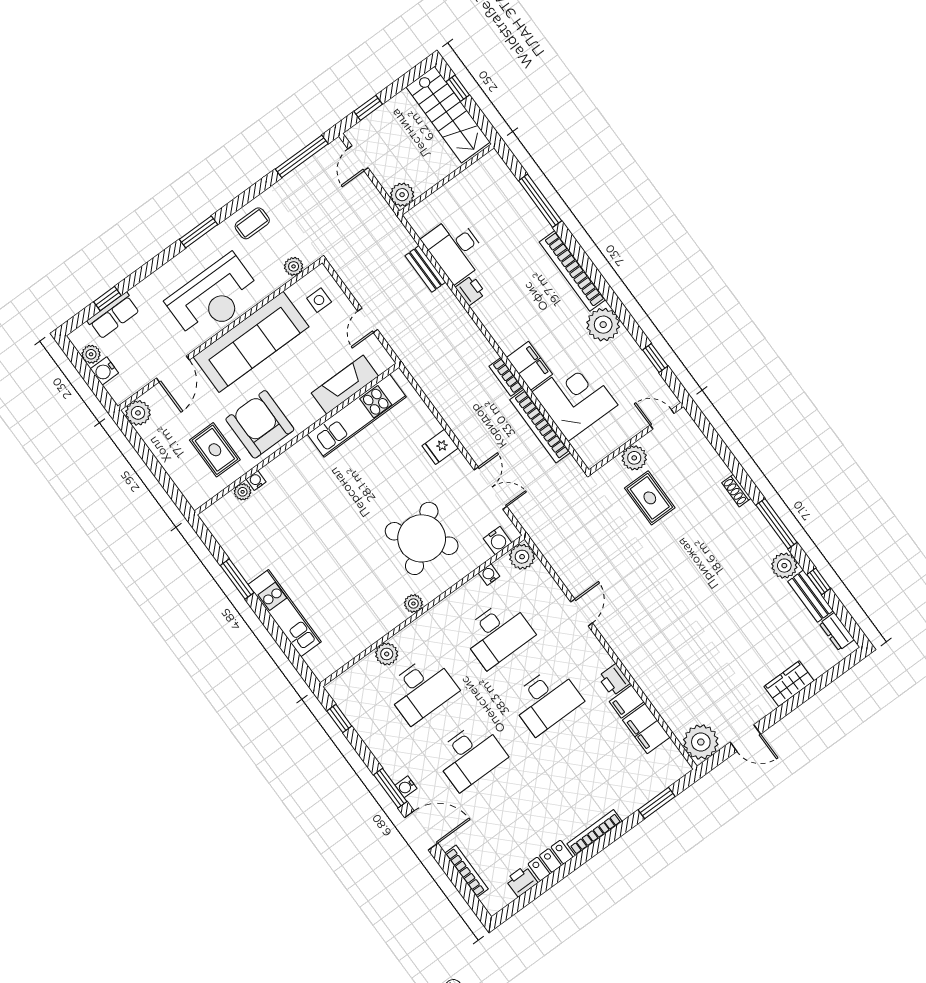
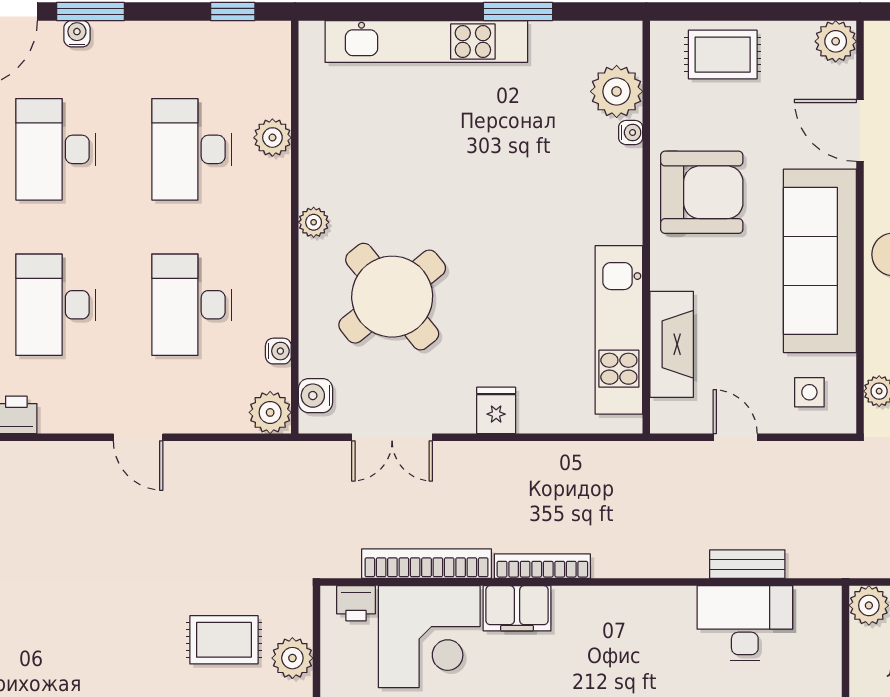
printer: (471, 290) -> (356, 603), moved
bookcase: (506, 377) -> (542, 566), width x1.56
rug: (215, 450) -> (723, 55), moved
plant: (243, 492) -> (617, 91), width x1.87, depth x1.87
kitchen unit: (285, 613) -> (426, 41), width x1.36

